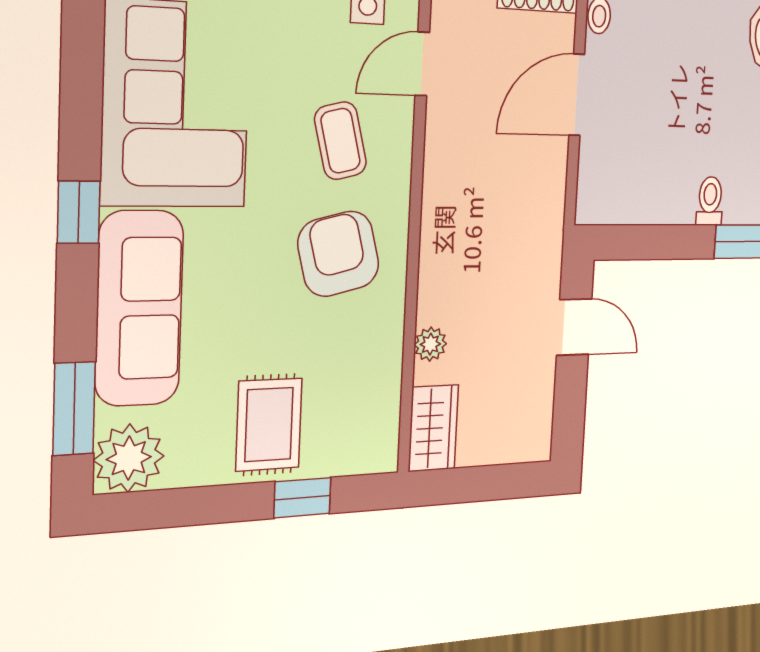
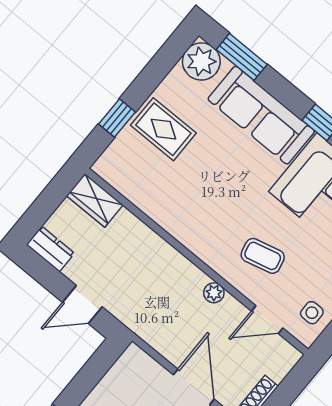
door: (422, 64) -> (267, 320), swing flipped
armchair: (338, 254) -> (213, 217), removed
plant: (430, 344) -> (214, 293), moved
dresser: (535, 427) -> (50, 249), added

